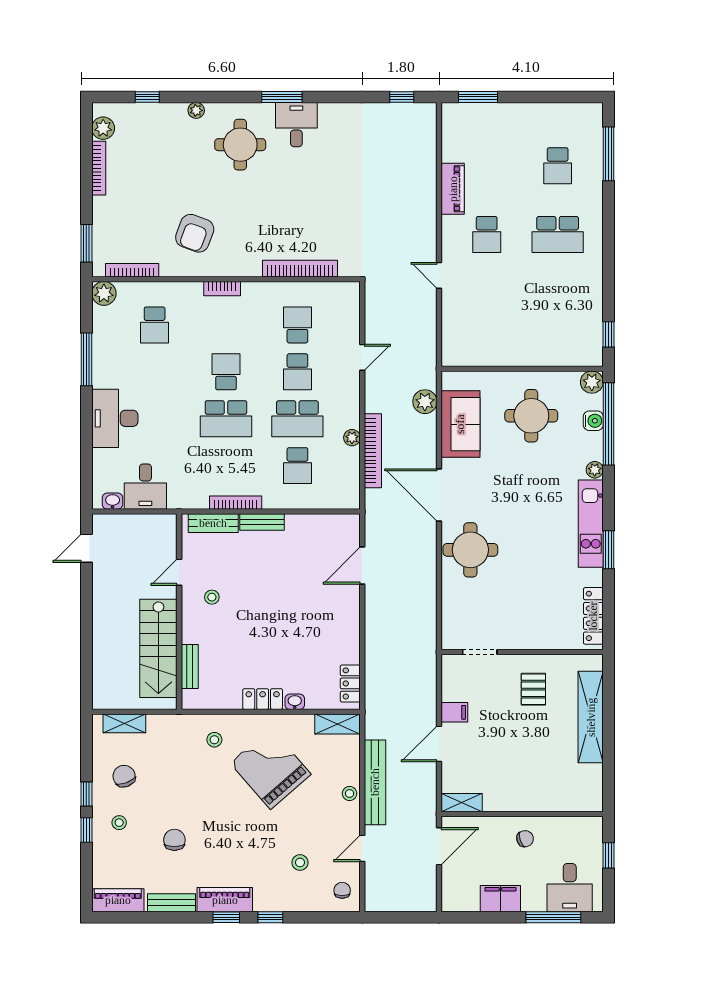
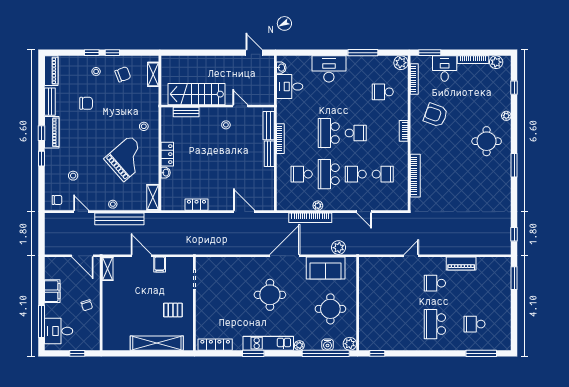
desk: (296, 125) -> (445, 69), moved, turned -90
round table: (470, 550) -> (270, 295), moved
locker: (350, 683) -> (196, 205), moved

